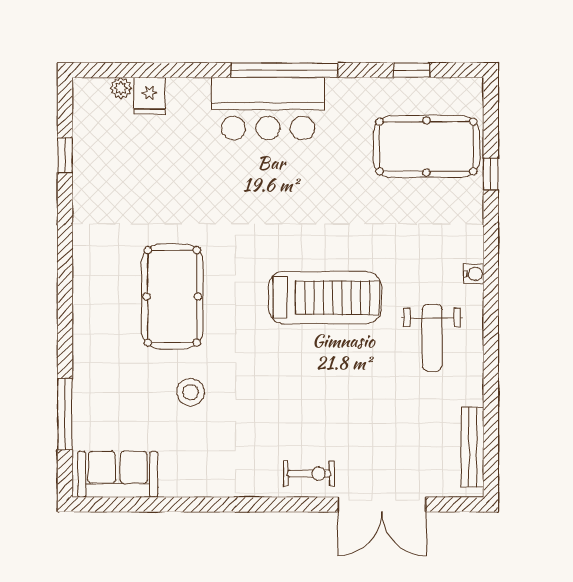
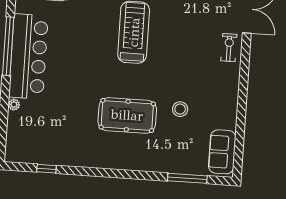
plant: (121, 88) -> (14, 105), moved
fridge: (149, 96) -> (17, 120), removed
bar counter: (268, 109) -> (28, 56), width x1.36

